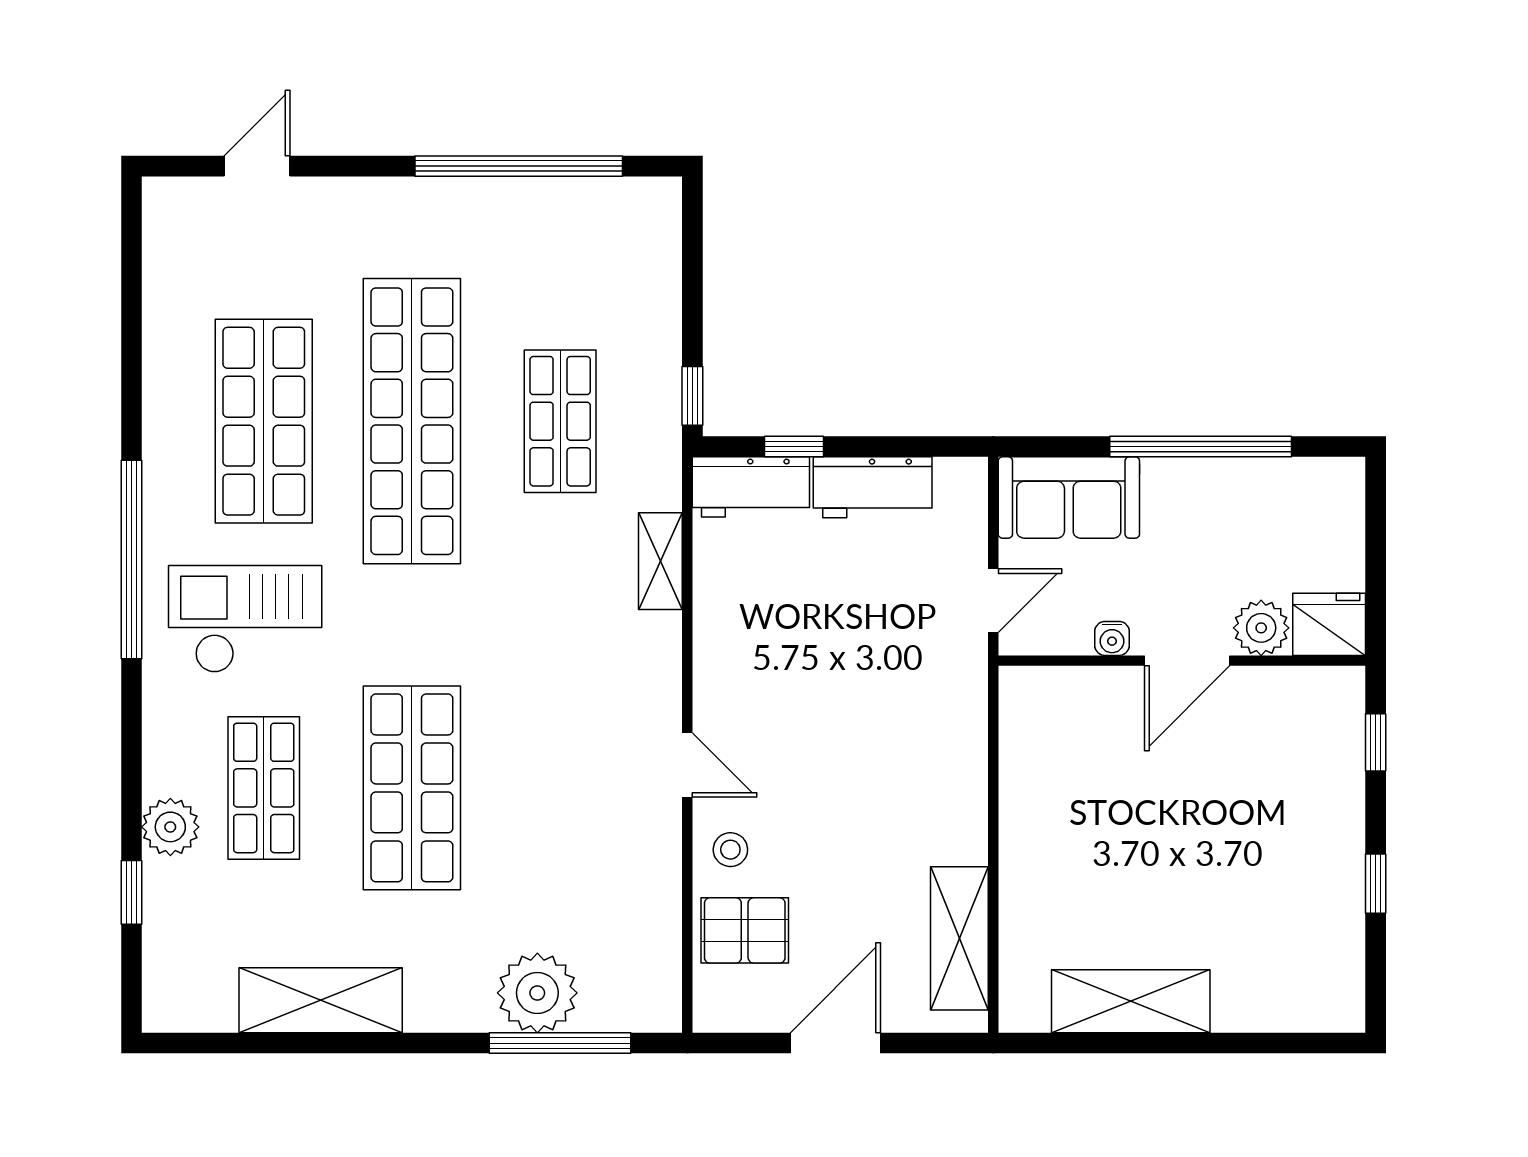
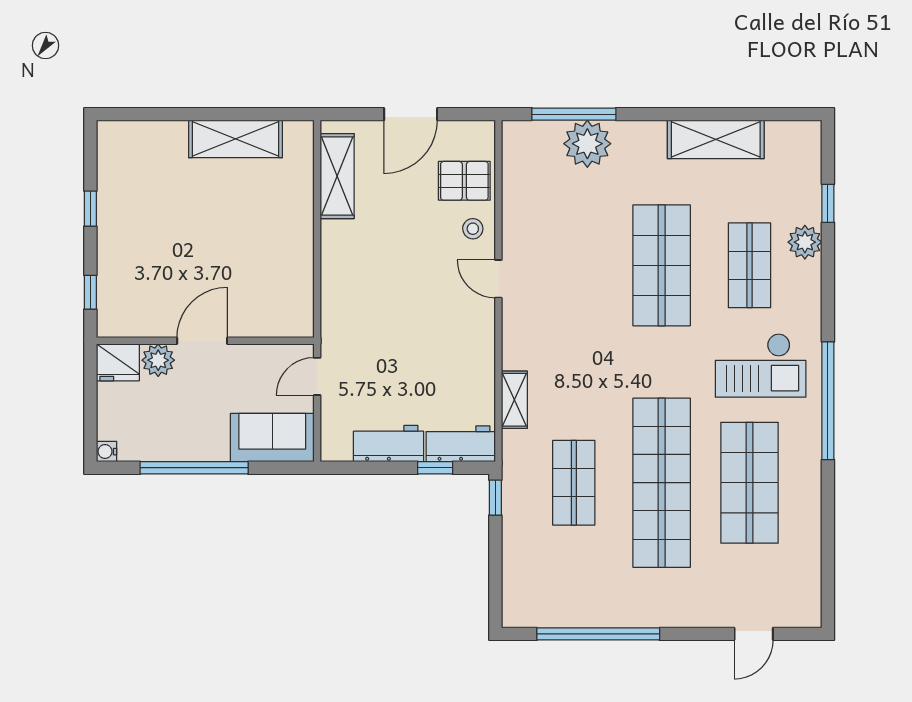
water cooler: (1112, 638) -> (107, 452), moved, turned -90

